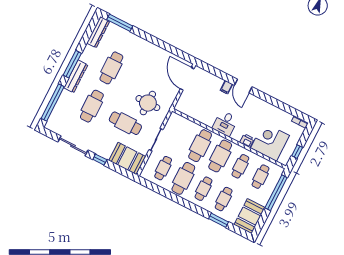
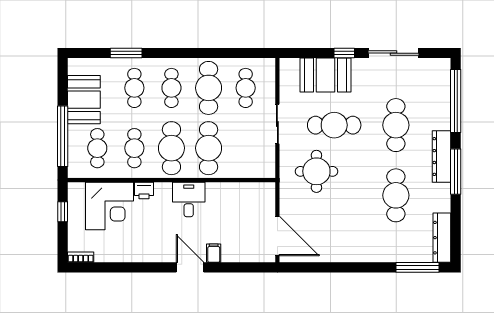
booth: (127, 159) -> (326, 75), moved
booth: (250, 216) -> (84, 100), moved

